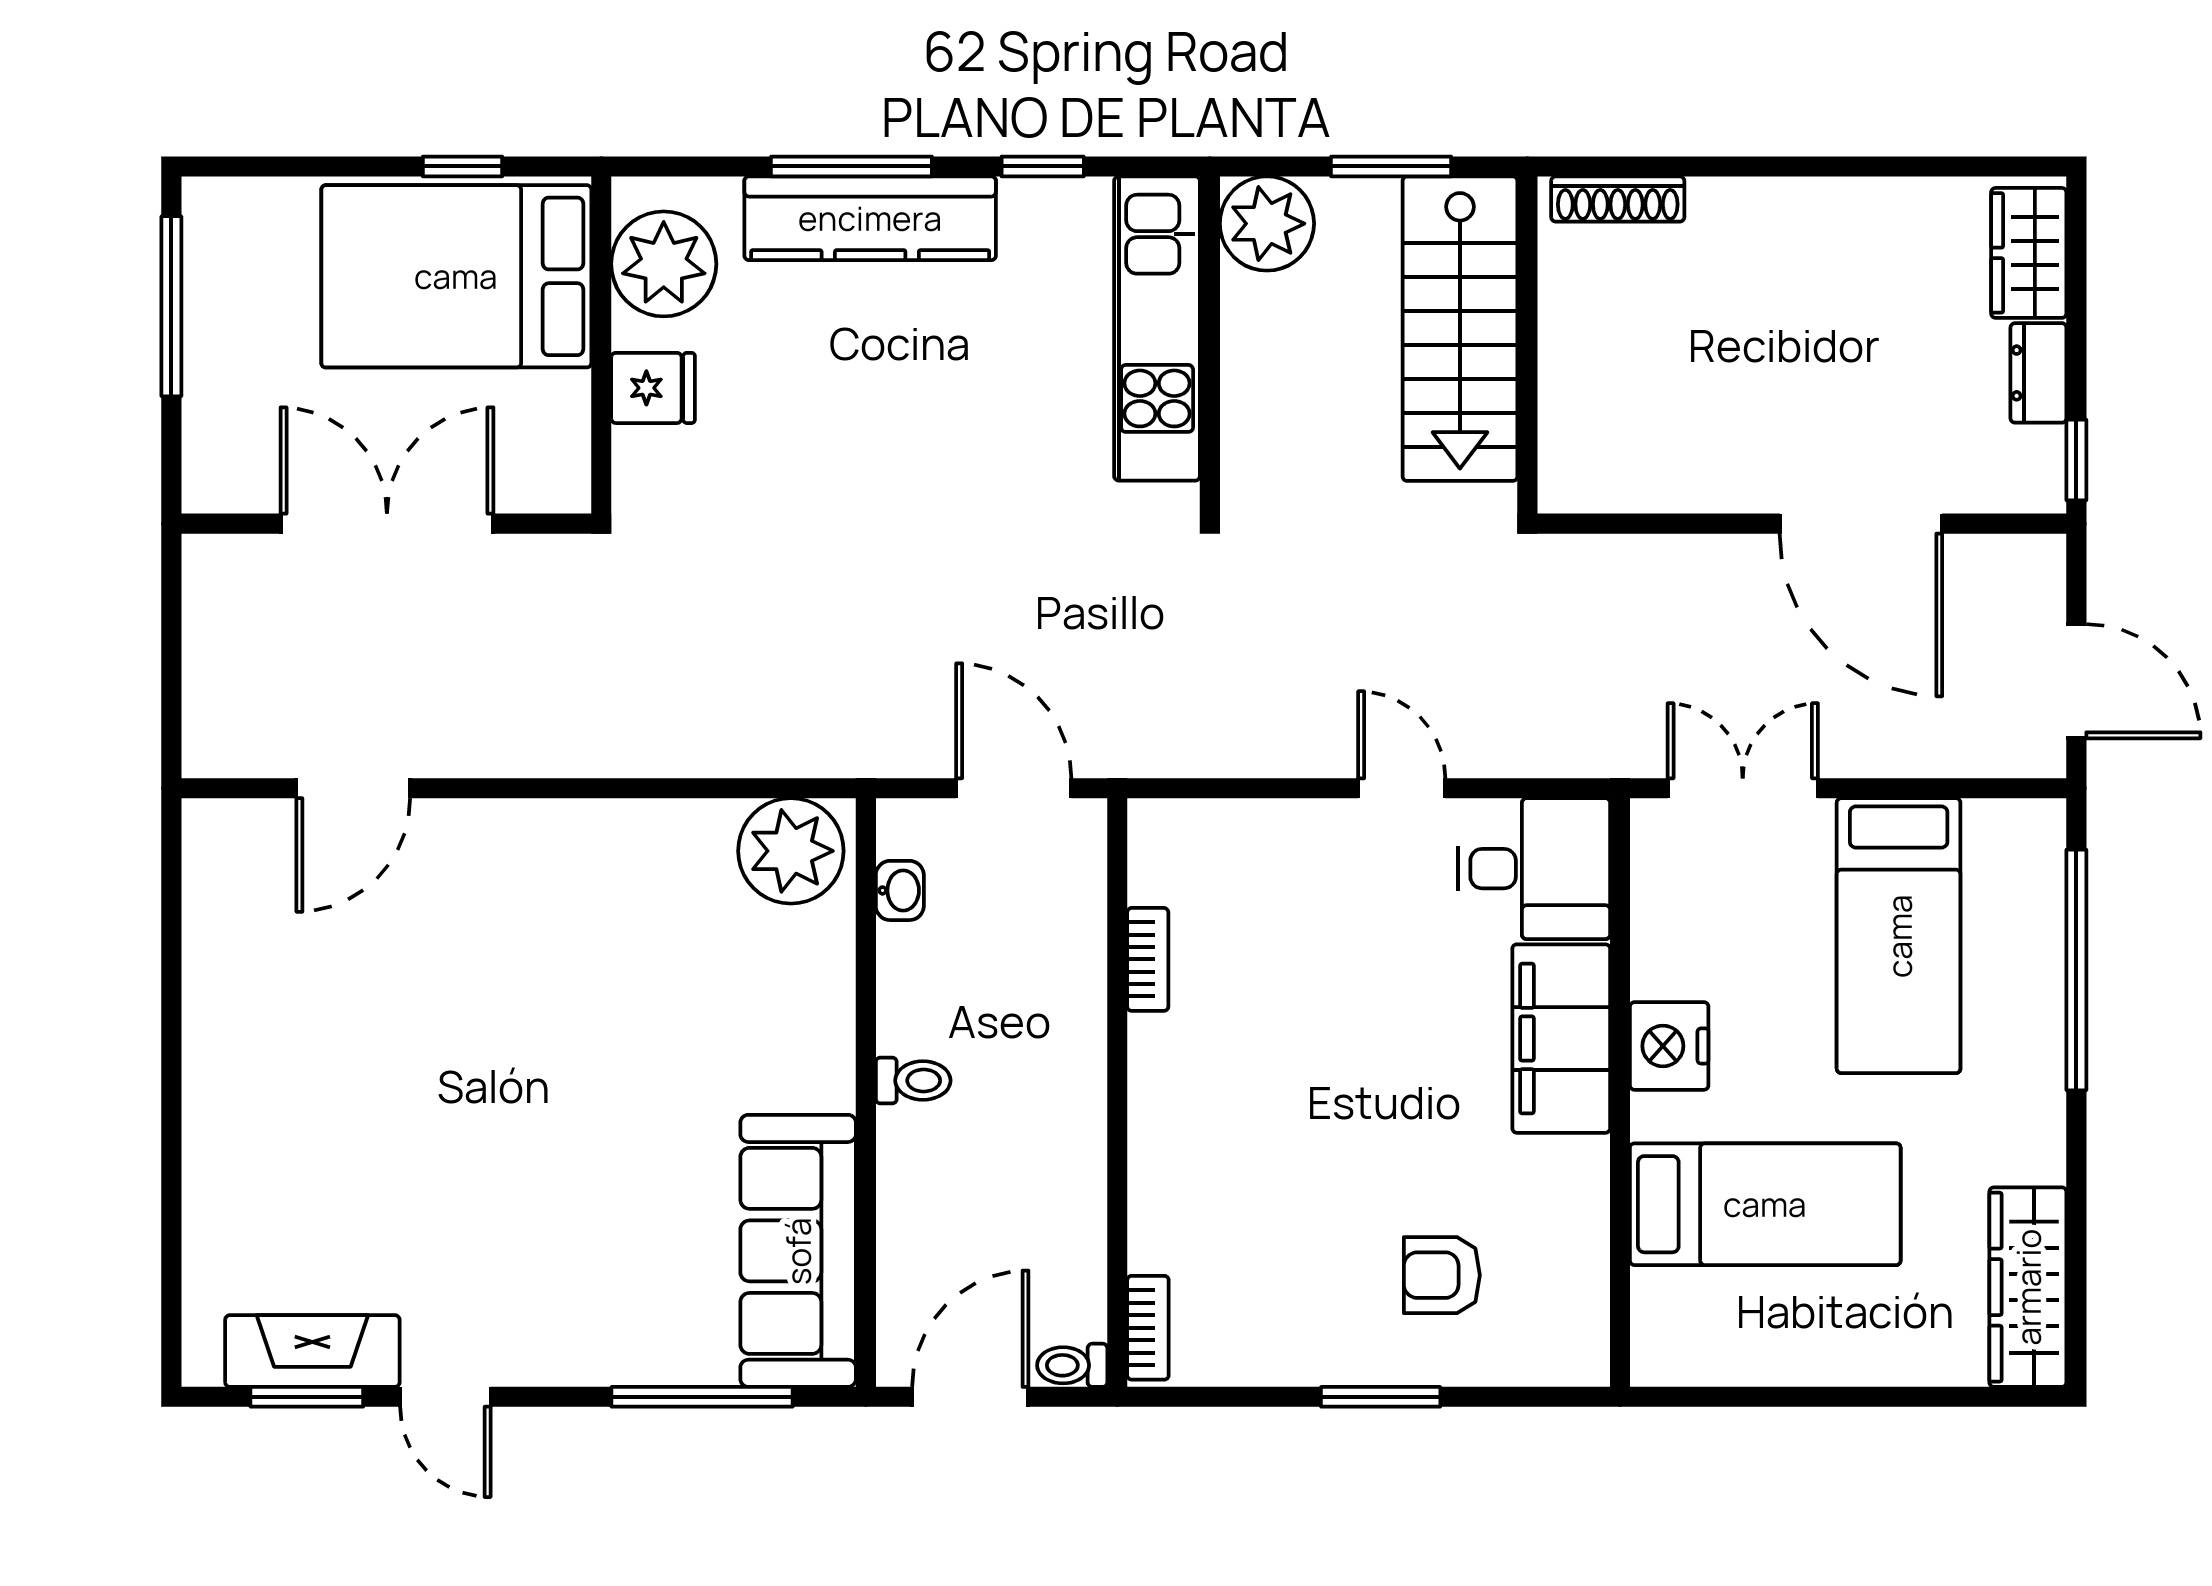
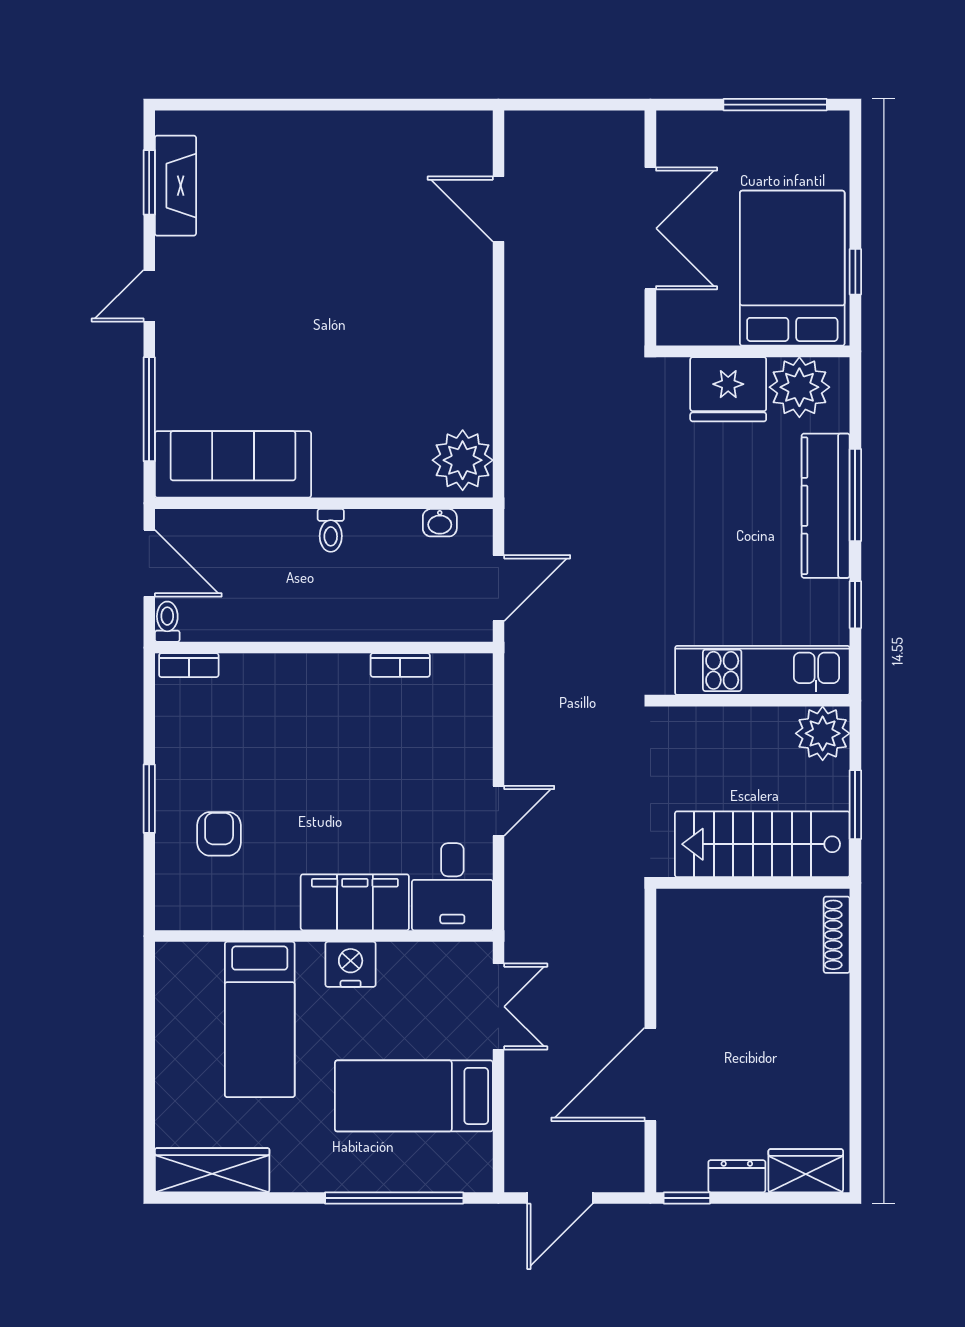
fridge: (653, 388) -> (728, 389), width x1.88, depth x1.34
door: (445, 1397) -> (149, 296), moved

